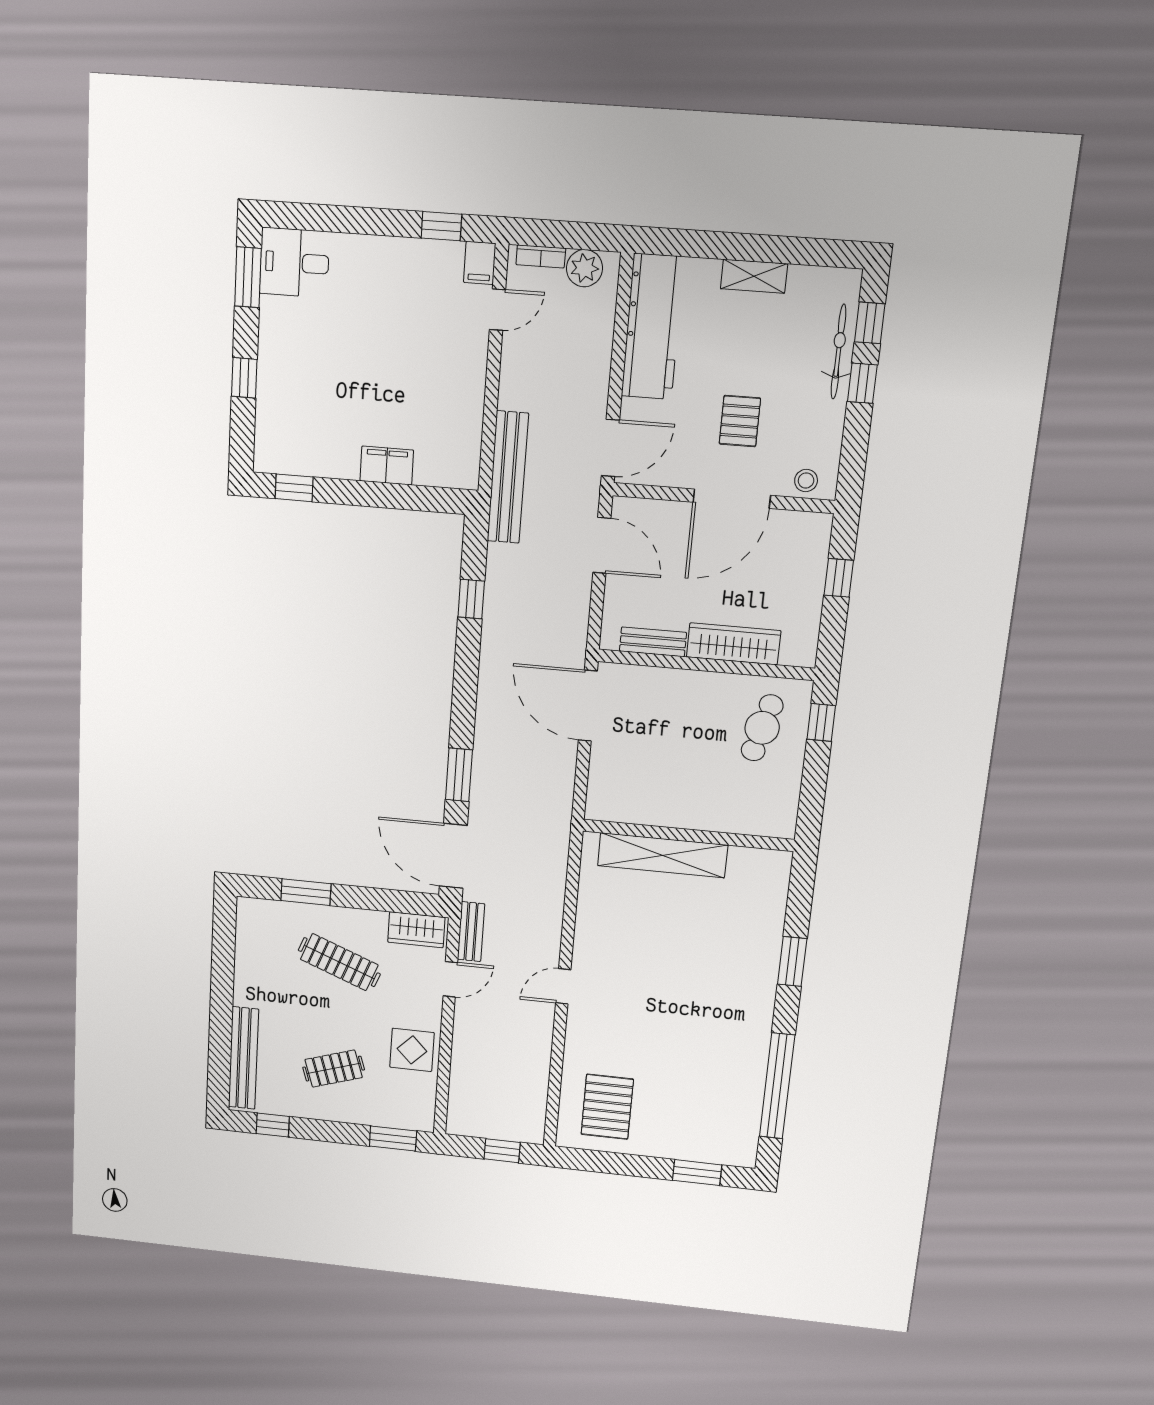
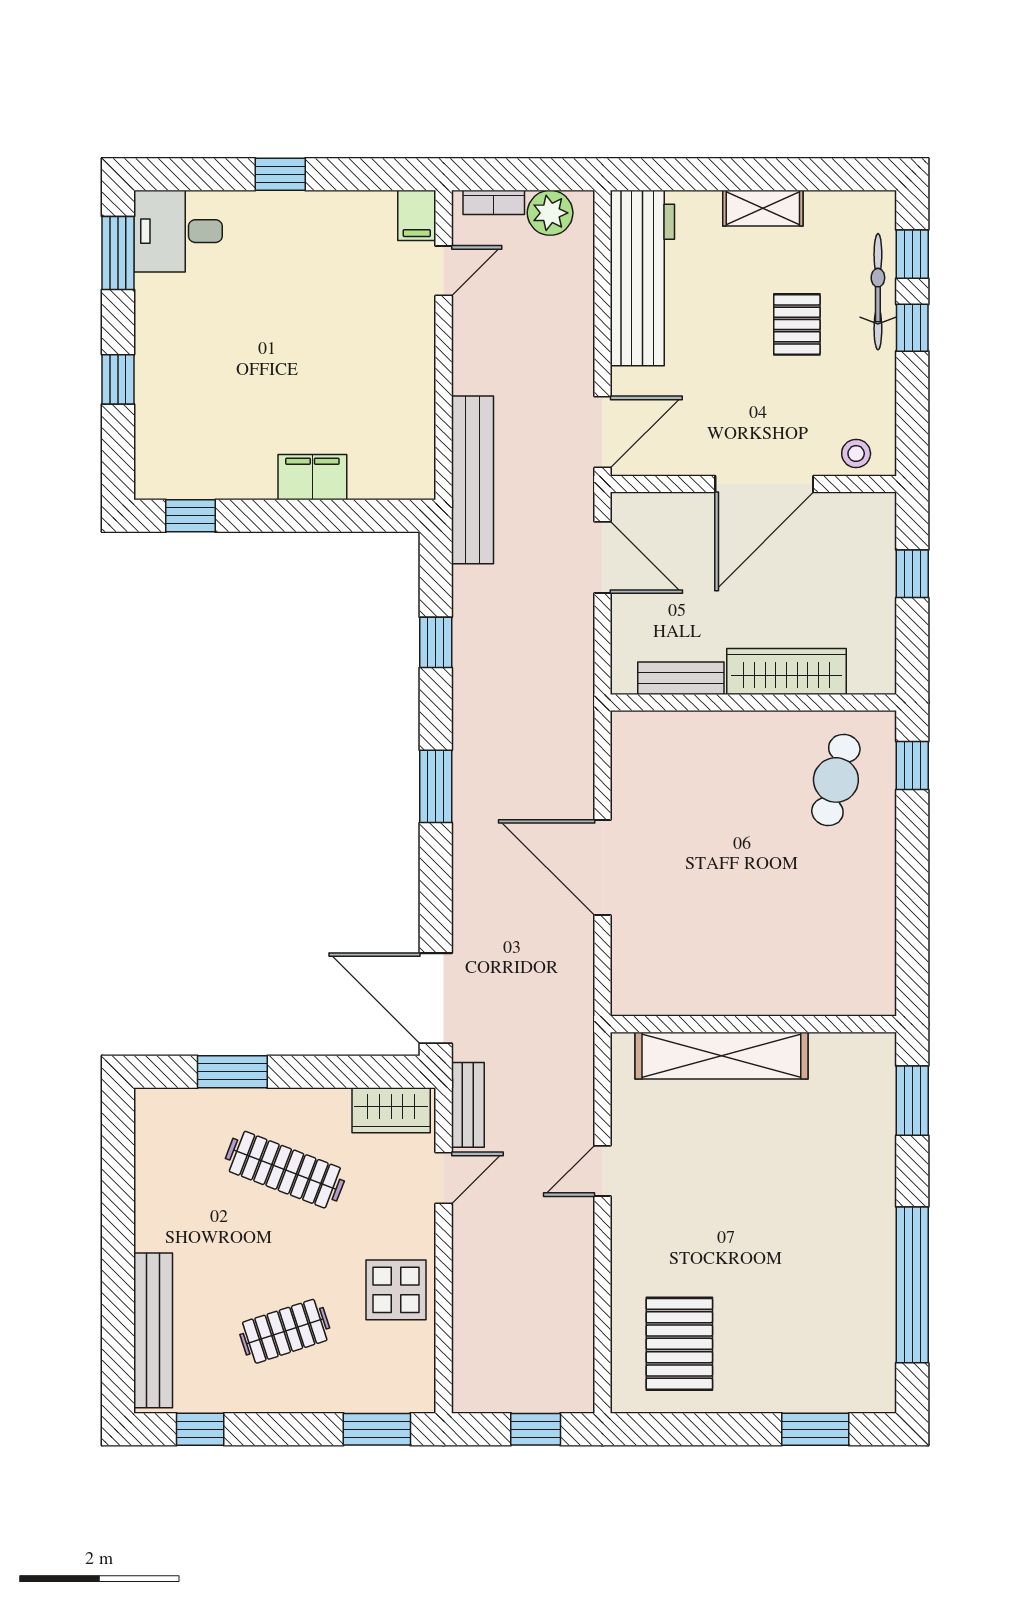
window: (441, 226) -> (280, 174), moved
pallet: (740, 421) -> (797, 324), moved
door: (588, 706) -> (602, 868), moved
window: (459, 775) -> (436, 786), moved
wall: (688, 835) -> (753, 1024), moved
shelving: (662, 855) -> (721, 1056), moved

